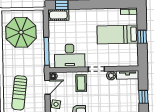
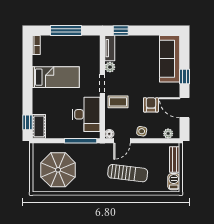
bed: (118, 34) -> (56, 77), moved, turned -90
window: (142, 37) -> (66, 30), width x2.17
door: (47, 87) -> (122, 141), swing flipped
window: (143, 97) -> (121, 30), moved

